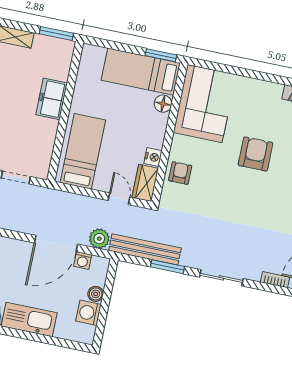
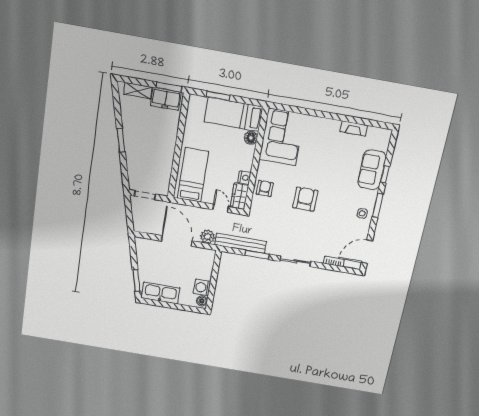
window: (161, 55) -> (218, 96), moved
freezer: (52, 99) -> (166, 99), moved, turned -90
armchair: (255, 154) -> (305, 199), moved
door: (56, 244) -> (177, 241), swing flipped
washing machine: (83, 261) -> (196, 252), removed
boiler: (96, 294) -> (202, 301), moved

